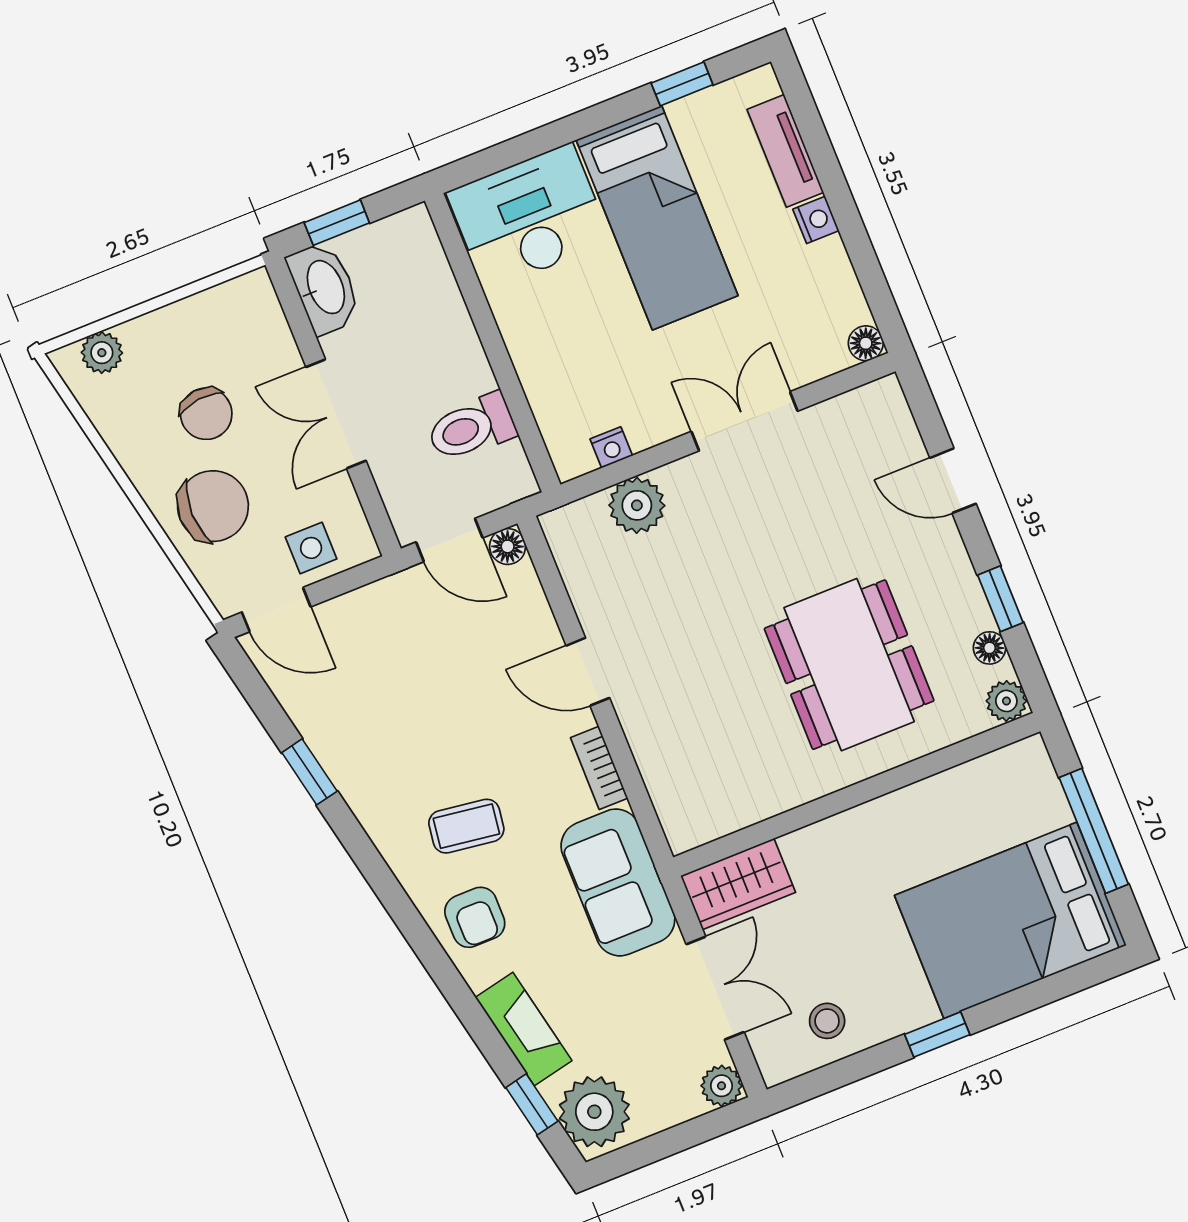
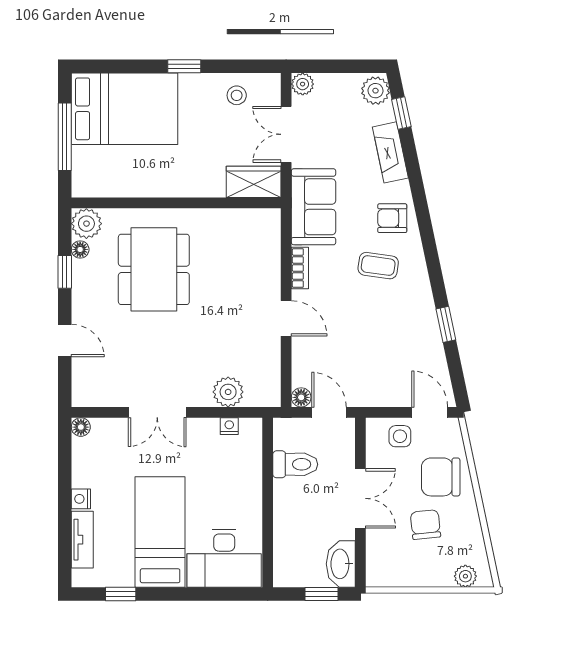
plant: (1006, 701) -> (86, 224), width x1.38, depth x1.38
armchair: (475, 917) -> (392, 218), turned -90
plant: (594, 1112) -> (376, 91), width x0.73, depth x0.73

